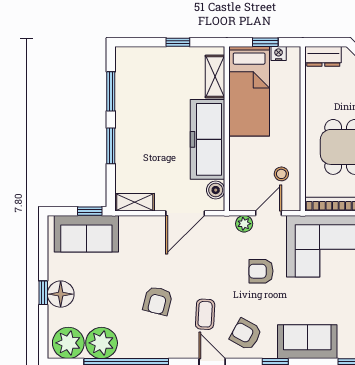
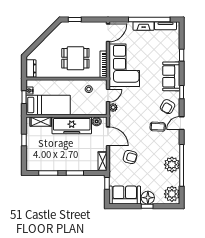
door: (268, 213) -> (108, 95), swing flipped
sofa: (86, 234) -> (125, 195), moved, turned -90
armchair: (261, 271) -> (137, 99), removed
armchair: (158, 301) -> (130, 157), moved
plant: (102, 343) -> (172, 165), moved

